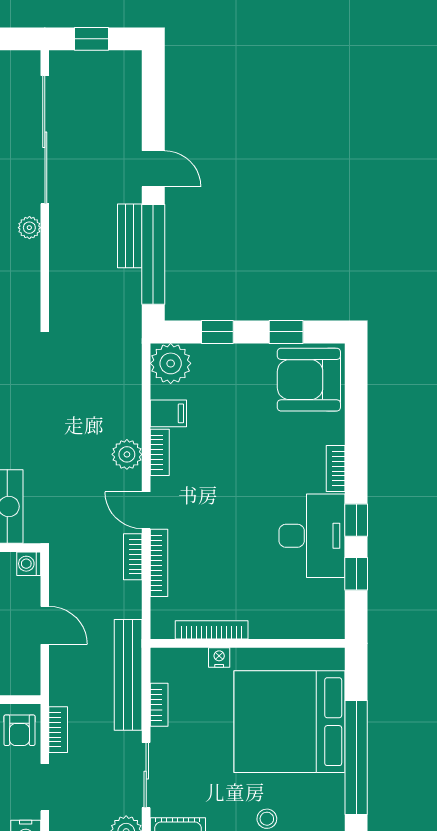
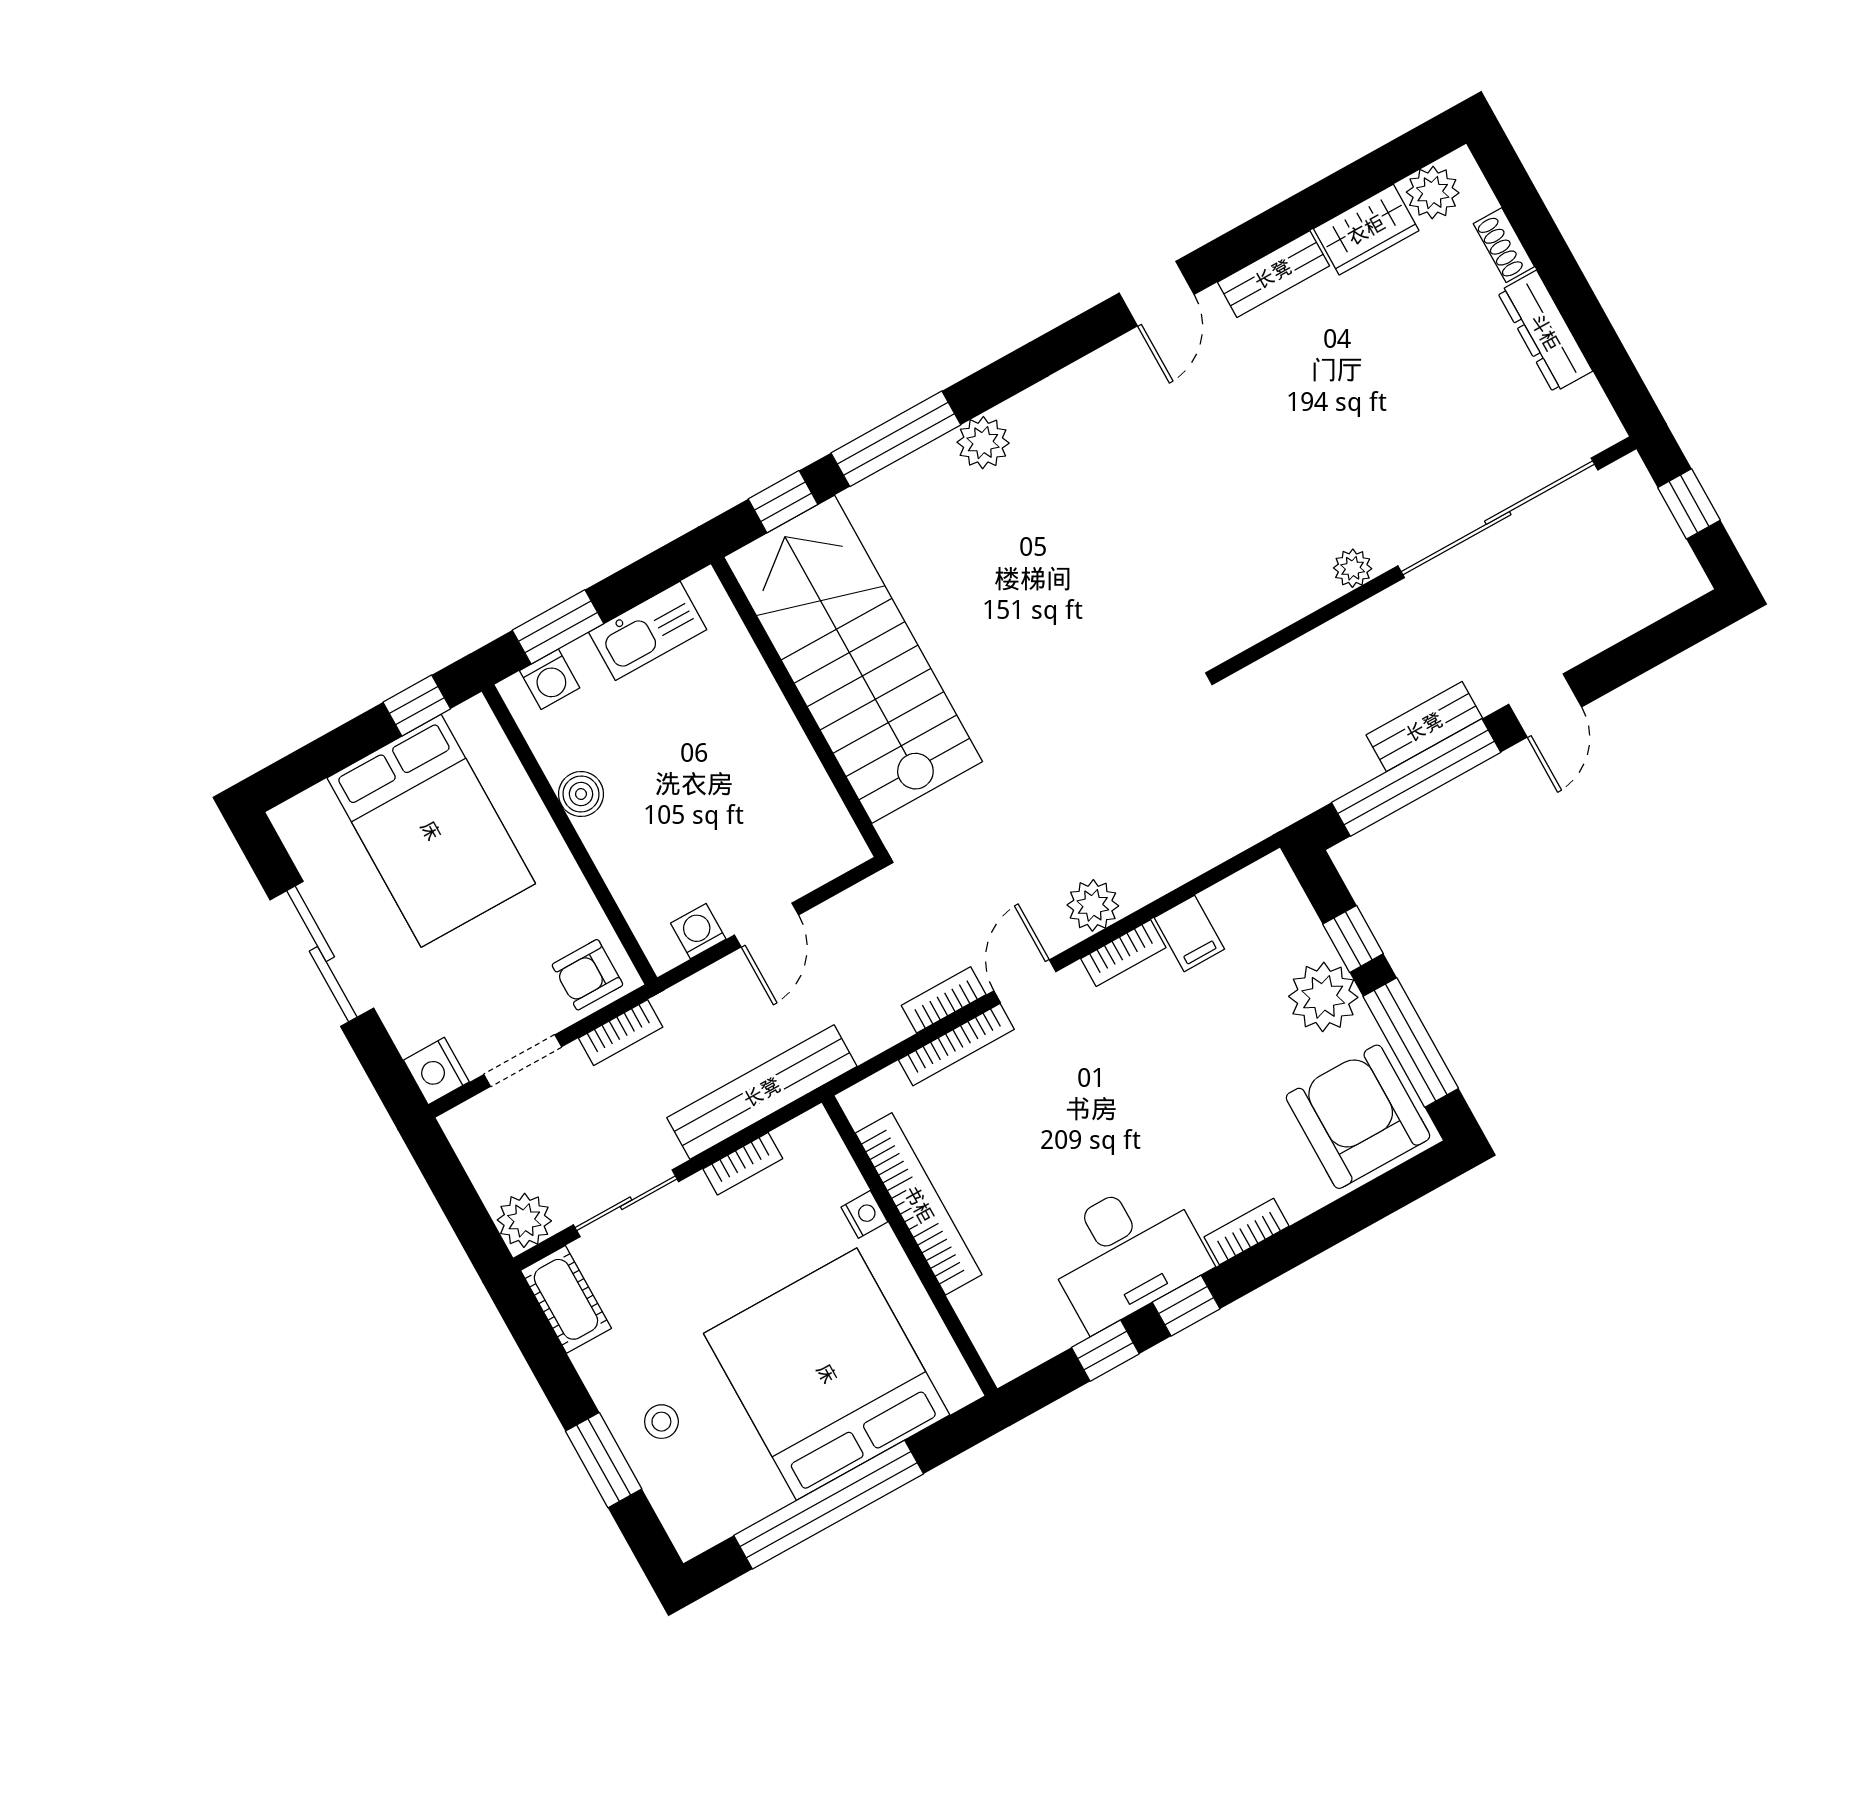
window: (286, 332) -> (1411, 1042), width x2.17
plant: (171, 363) -> (1323, 997), moved
washing machine: (29, 564) -> (698, 931), moved
bookcase: (212, 630) -> (919, 1204), width x1.48, depth x1.31

